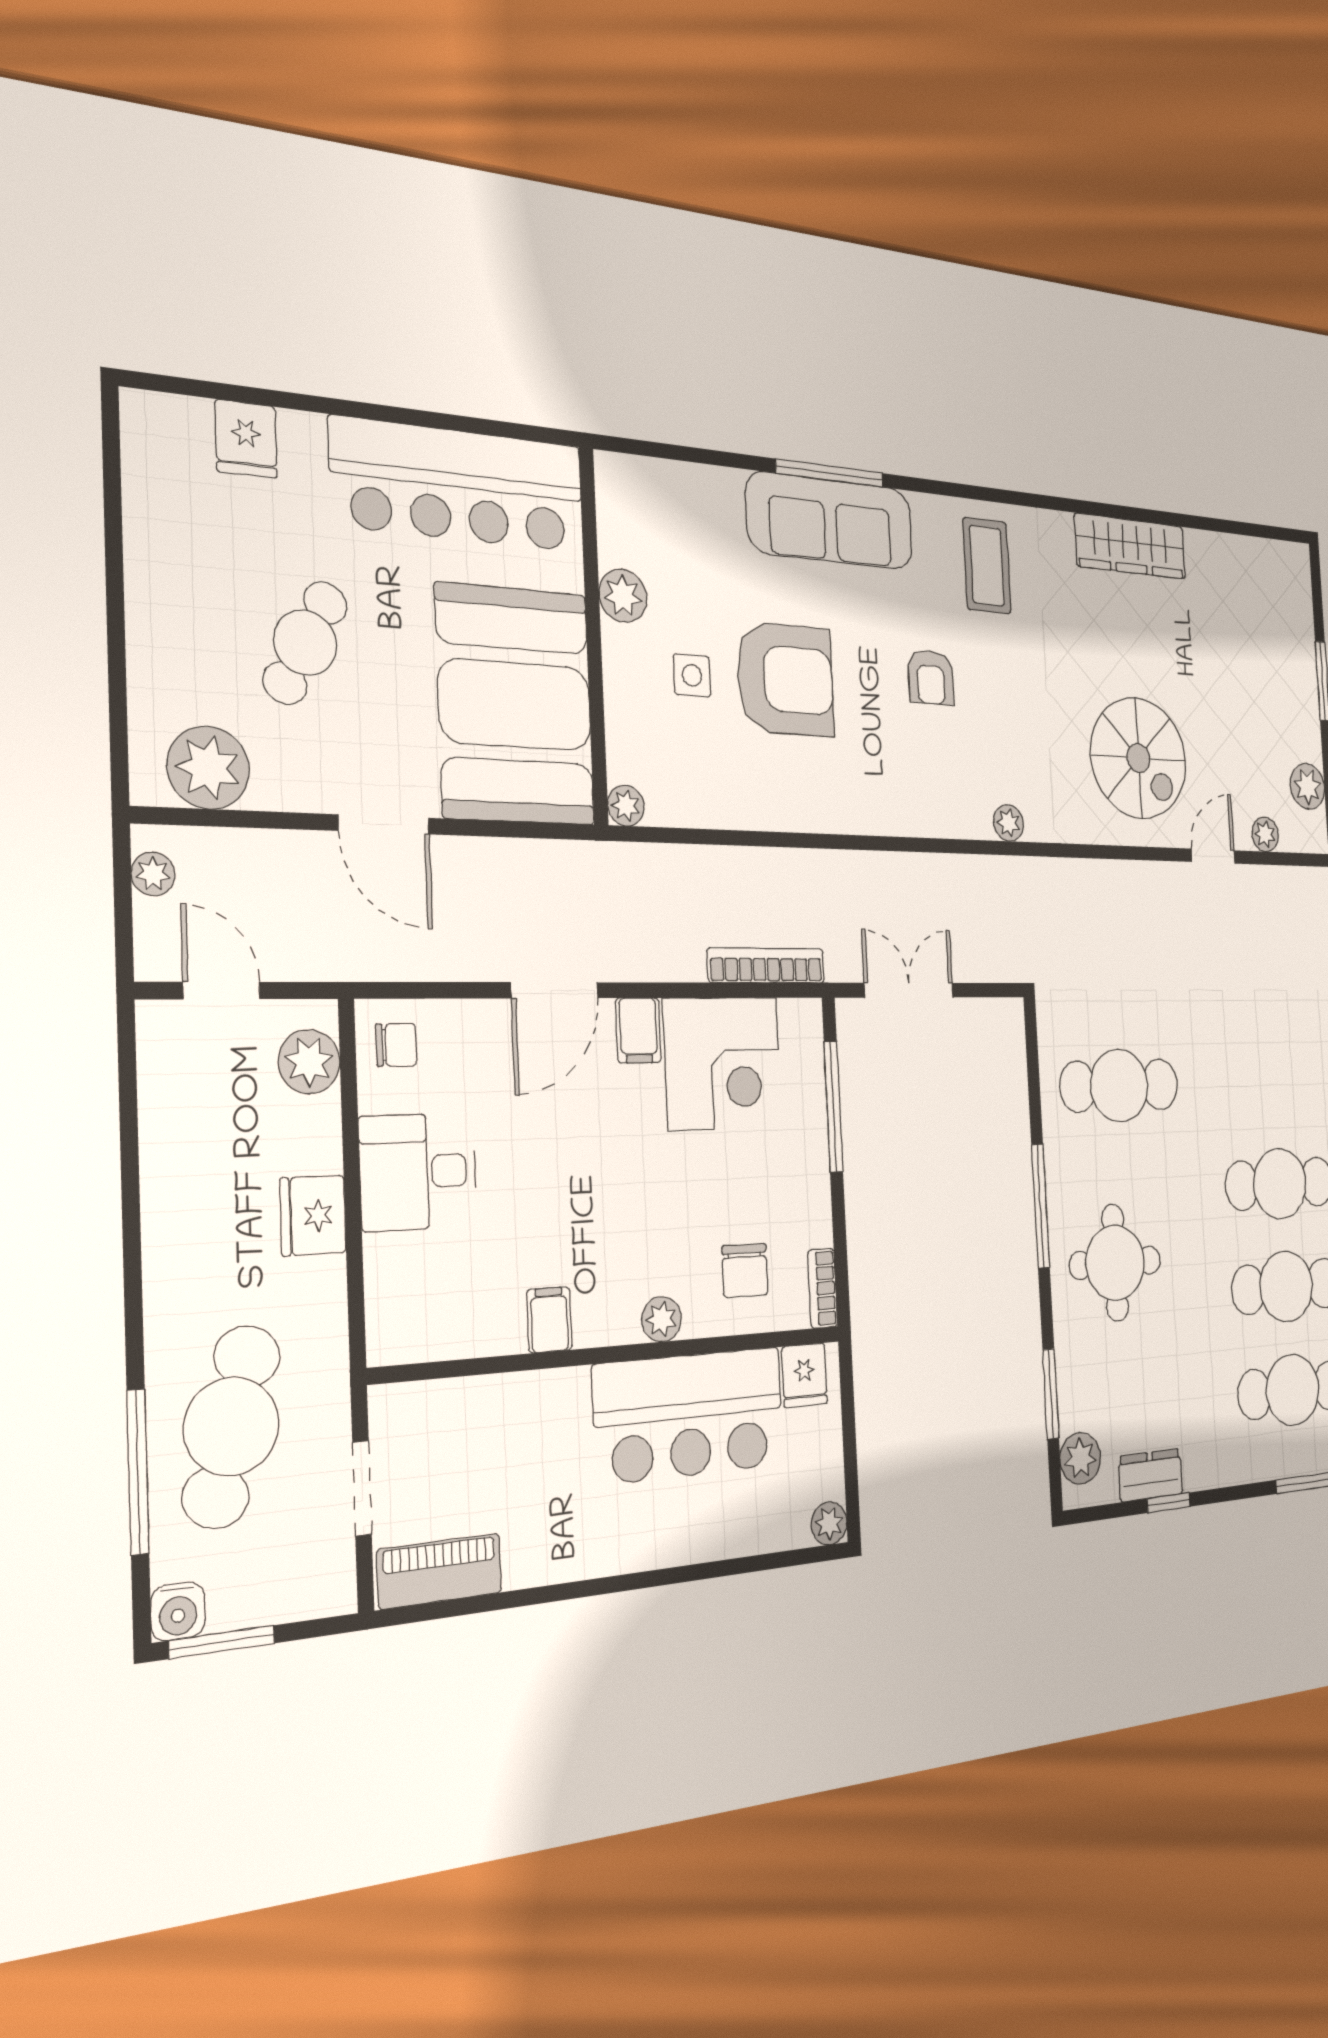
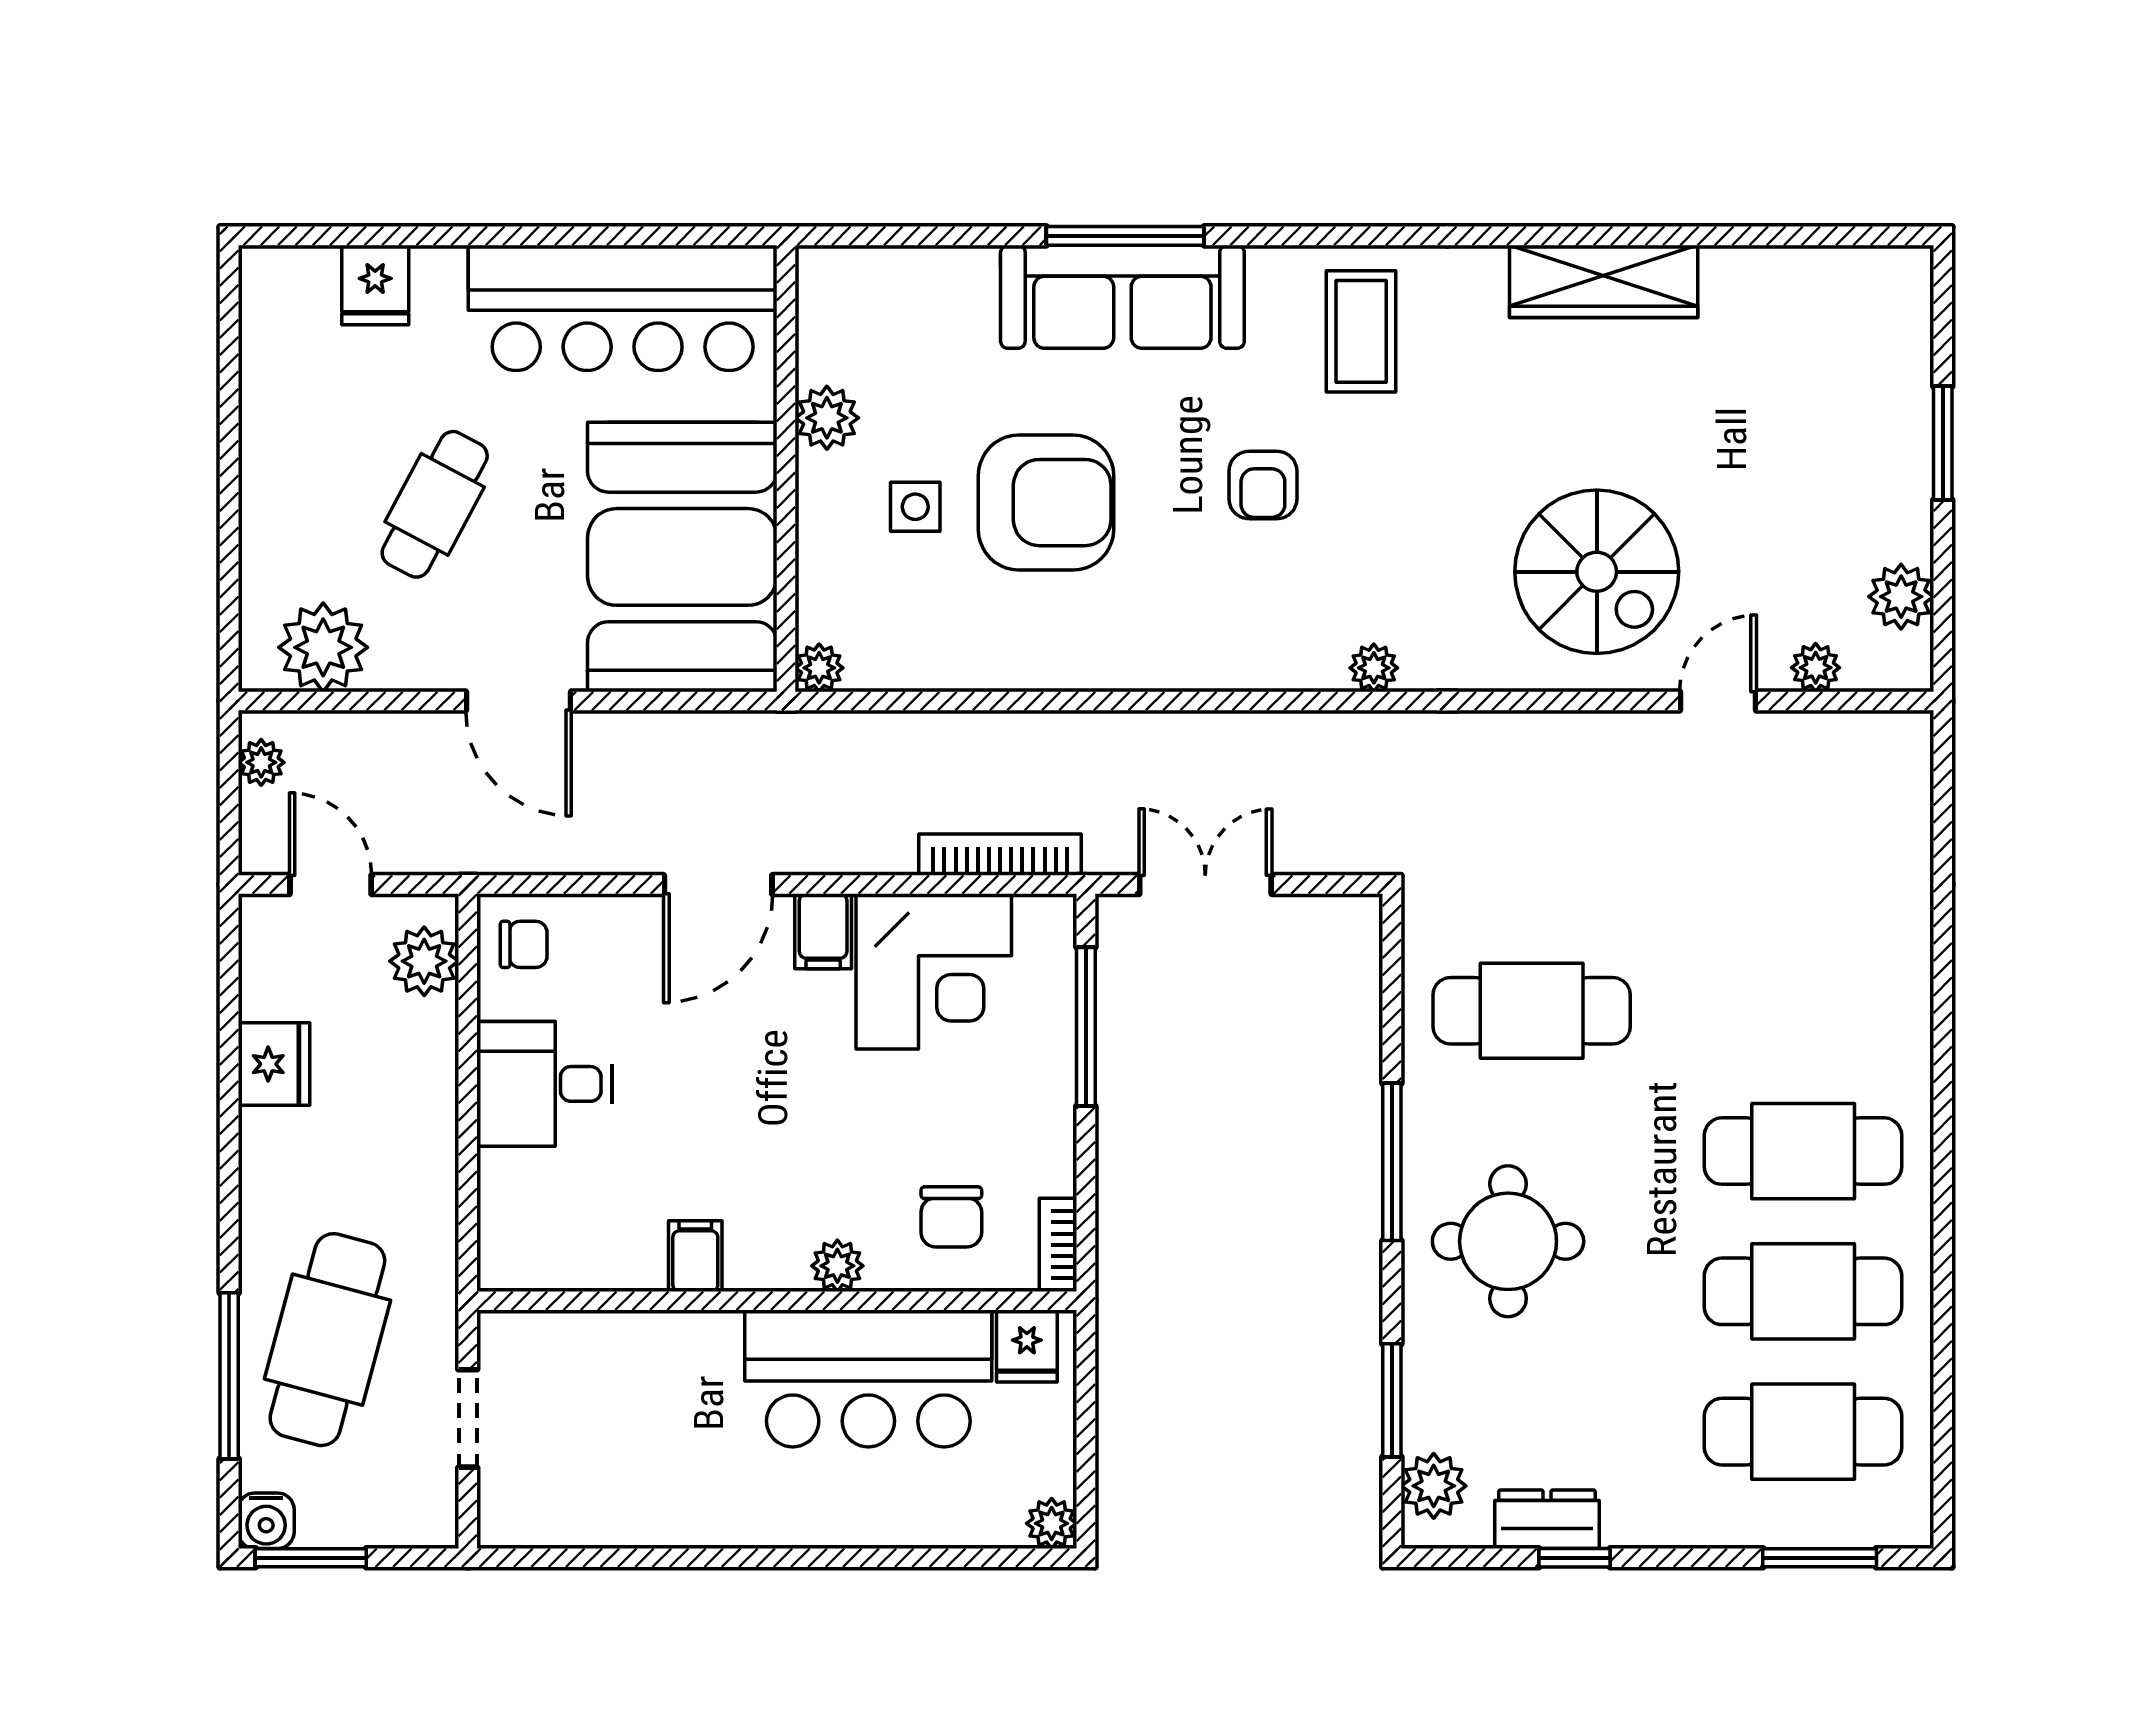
fridge: (313, 1216) -> (274, 1064), moved, turned 180
piano: (440, 1571) -> (553, 1517), removed

